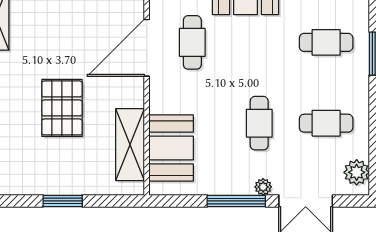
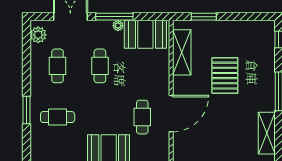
cafe table: (326, 123) -> (58, 66), turned 90
booth: (171, 148) -> (145, 34), moved, turned 90
plant: (263, 187) -> (118, 26), moved
window: (63, 201) -> (204, 17), moved

